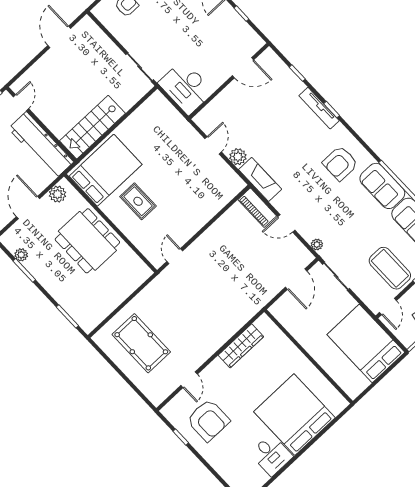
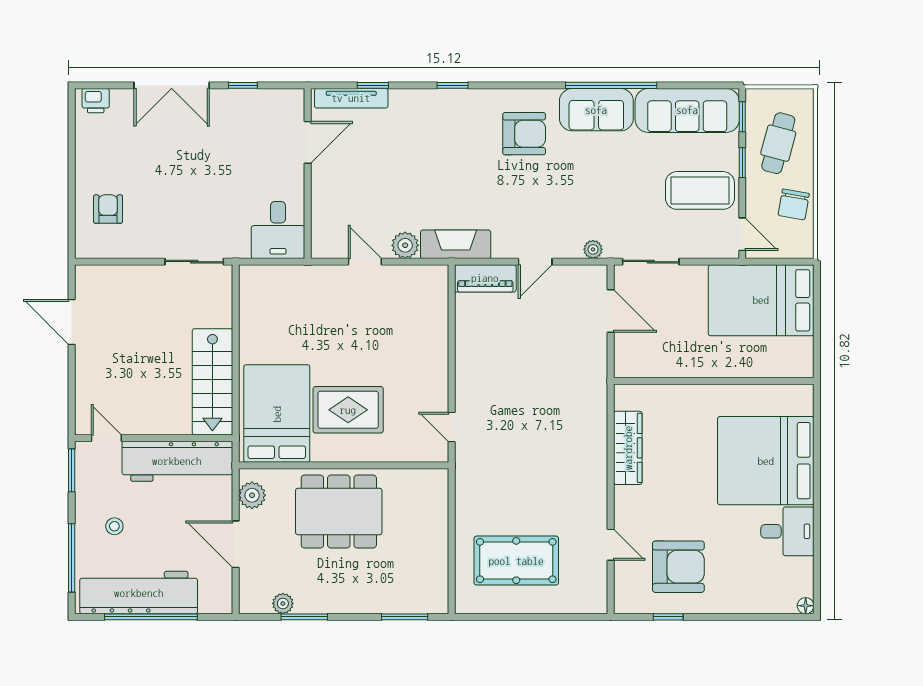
desk: (186, 87) -> (278, 230), width x0.73
tv unit: (319, 108) -> (351, 98), moved
armchair: (340, 163) -> (524, 134), turned -90
rug: (138, 201) -> (348, 410), width x1.36, depth x1.43

